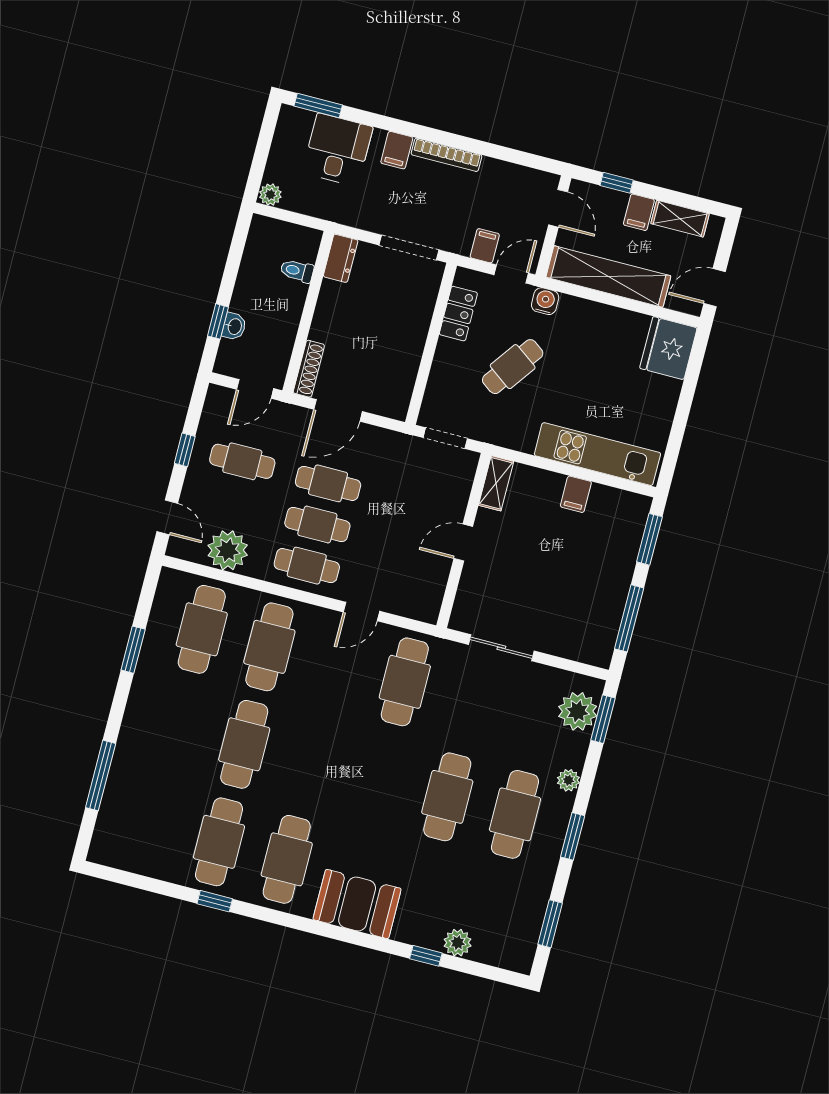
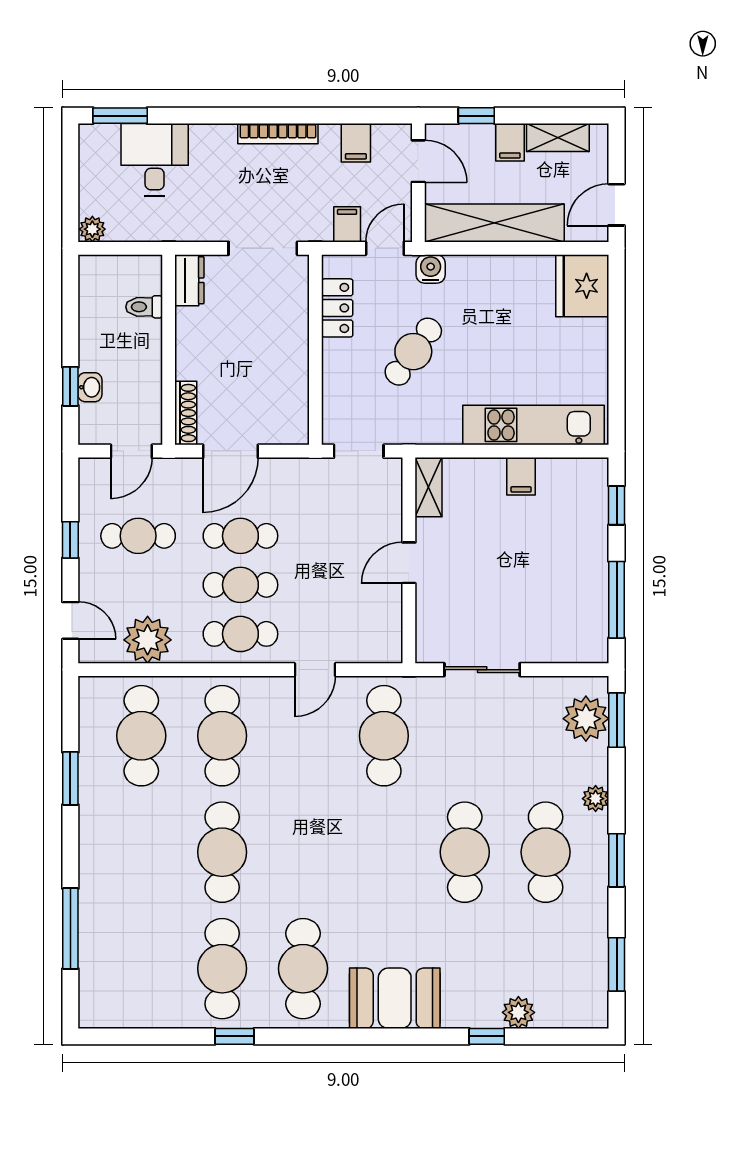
filing cabinet: (397, 150) -> (356, 143), moved
window: (649, 539) -> (617, 505), width x0.67

